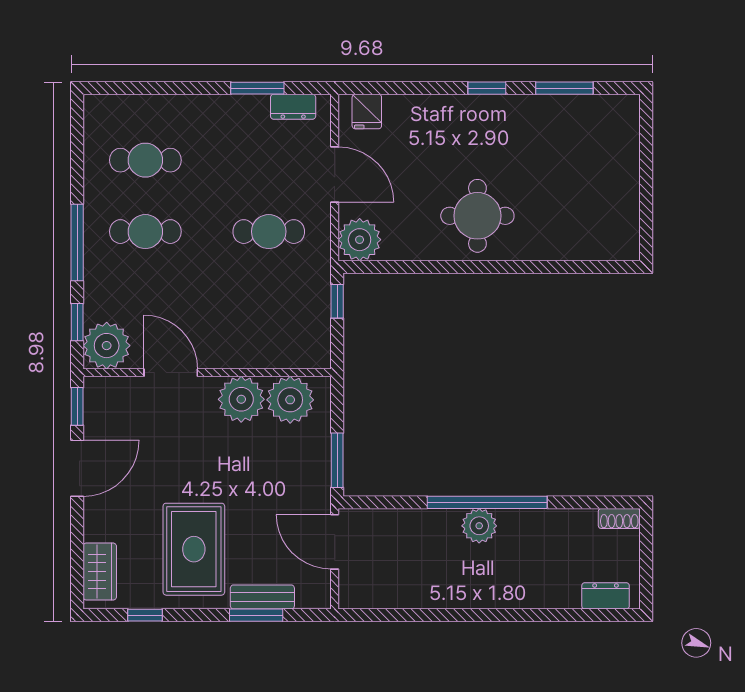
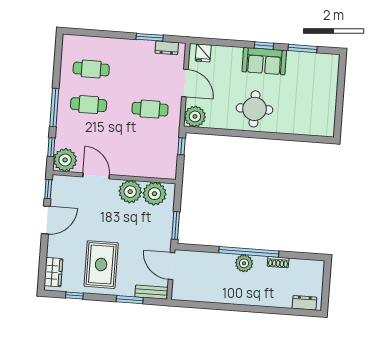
sofa: (490, 119) -> (264, 61), added
shoe rack: (619, 518) -> (278, 262), moved
bench: (262, 597) -> (151, 292), moved

